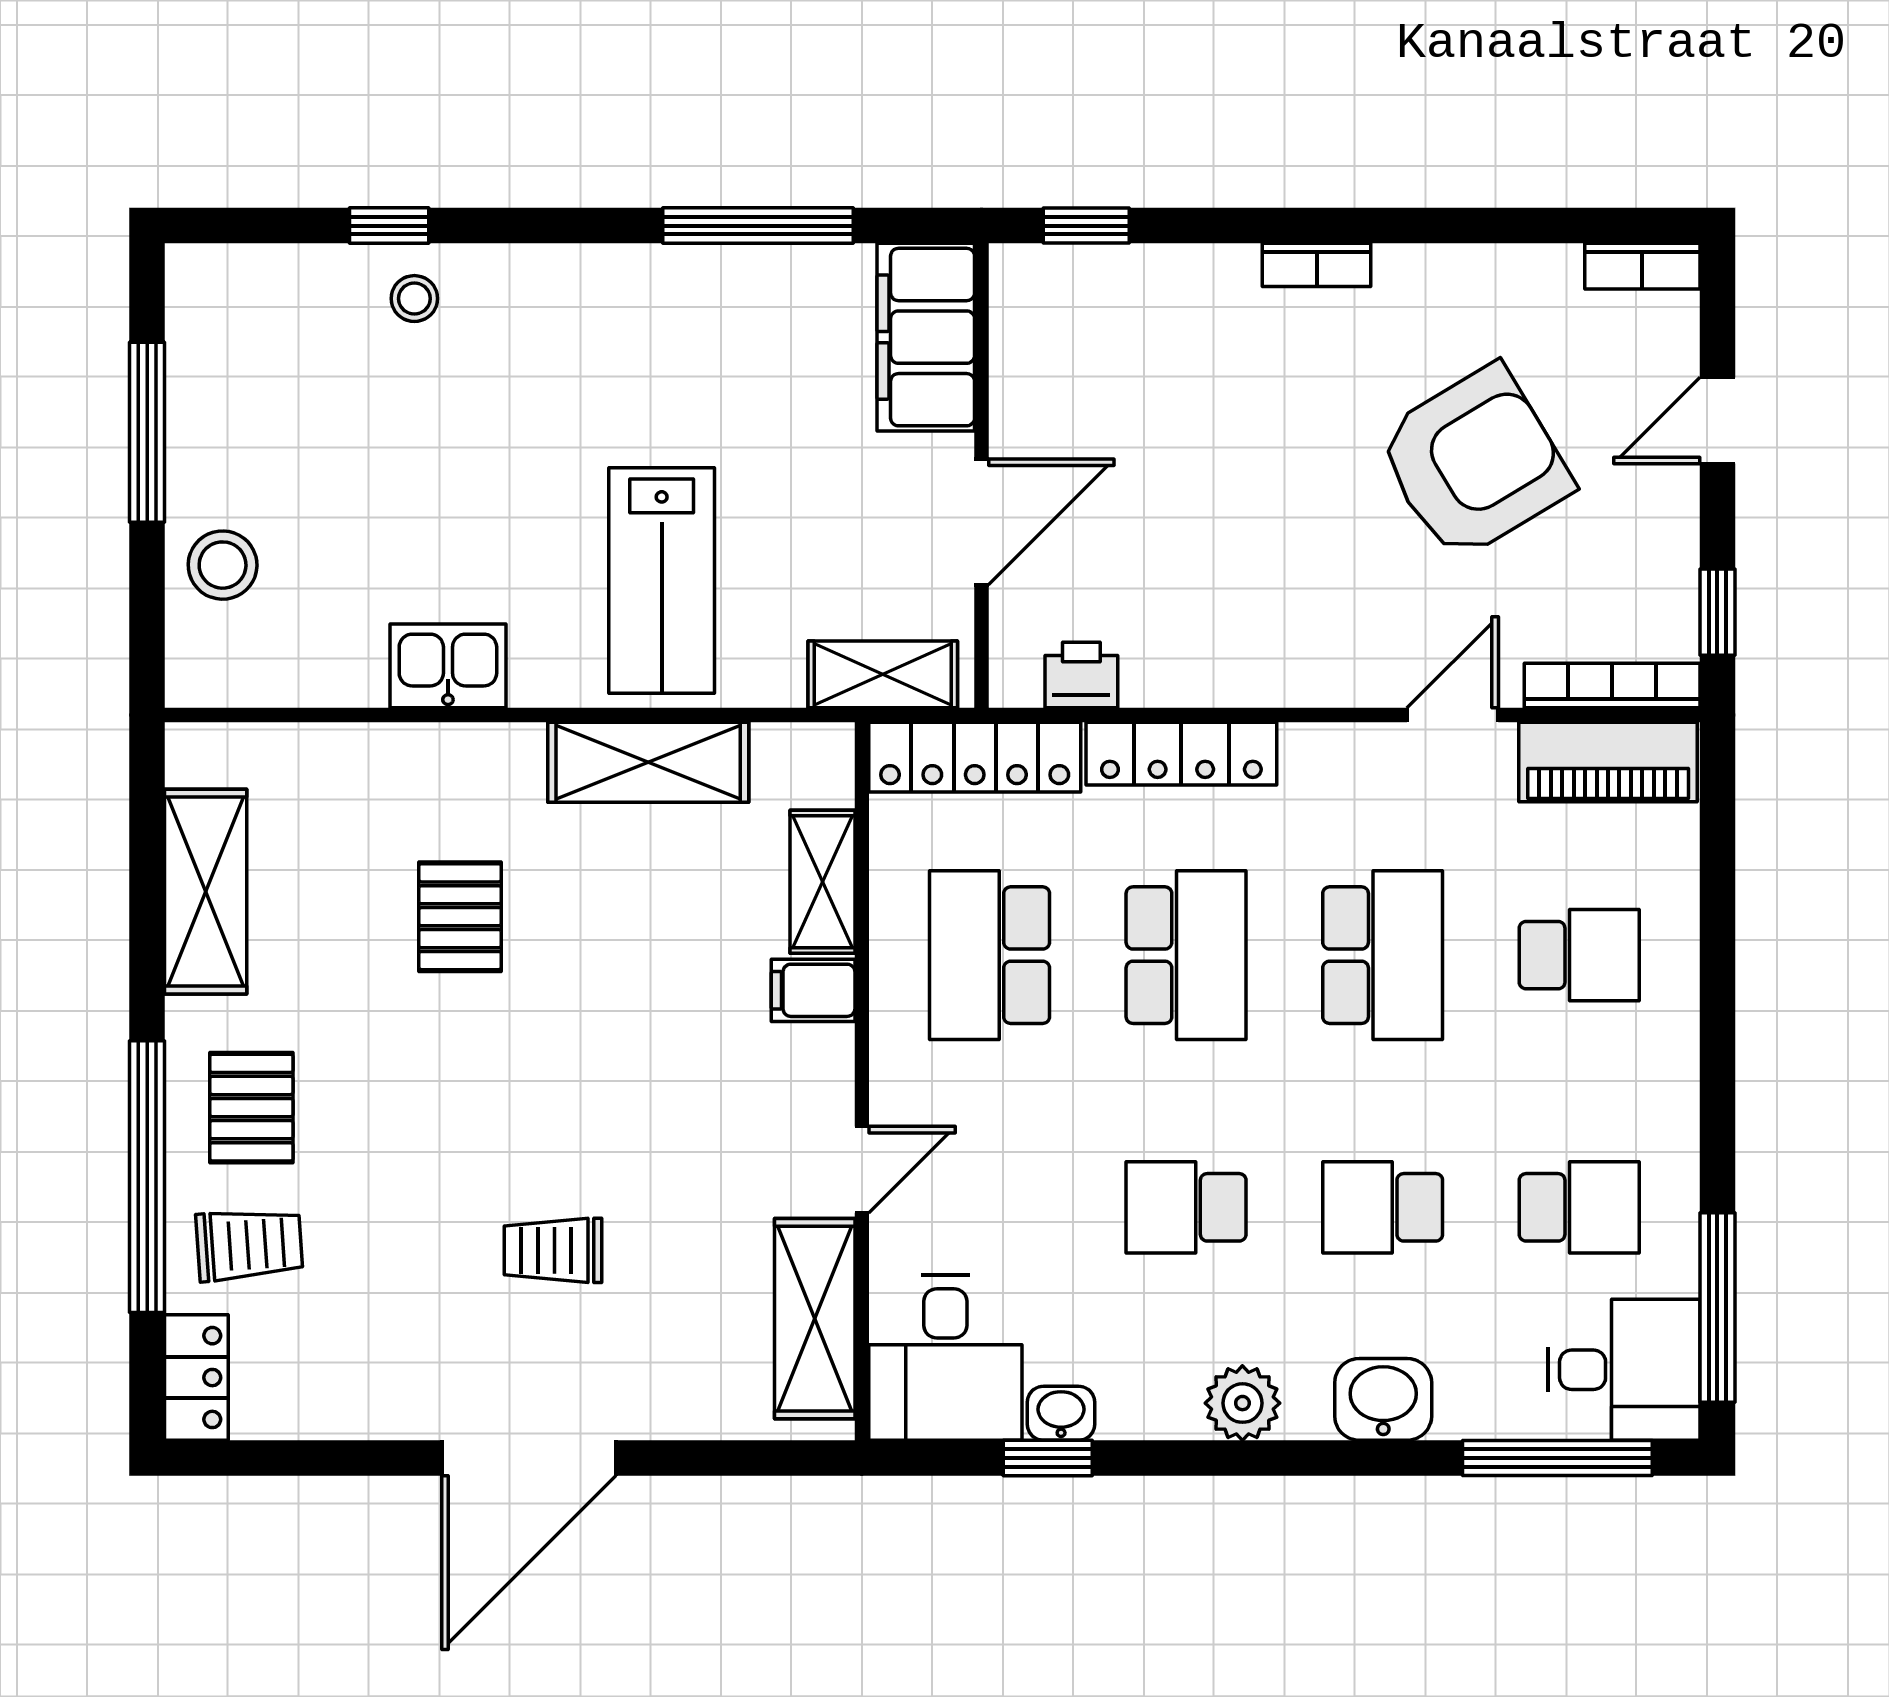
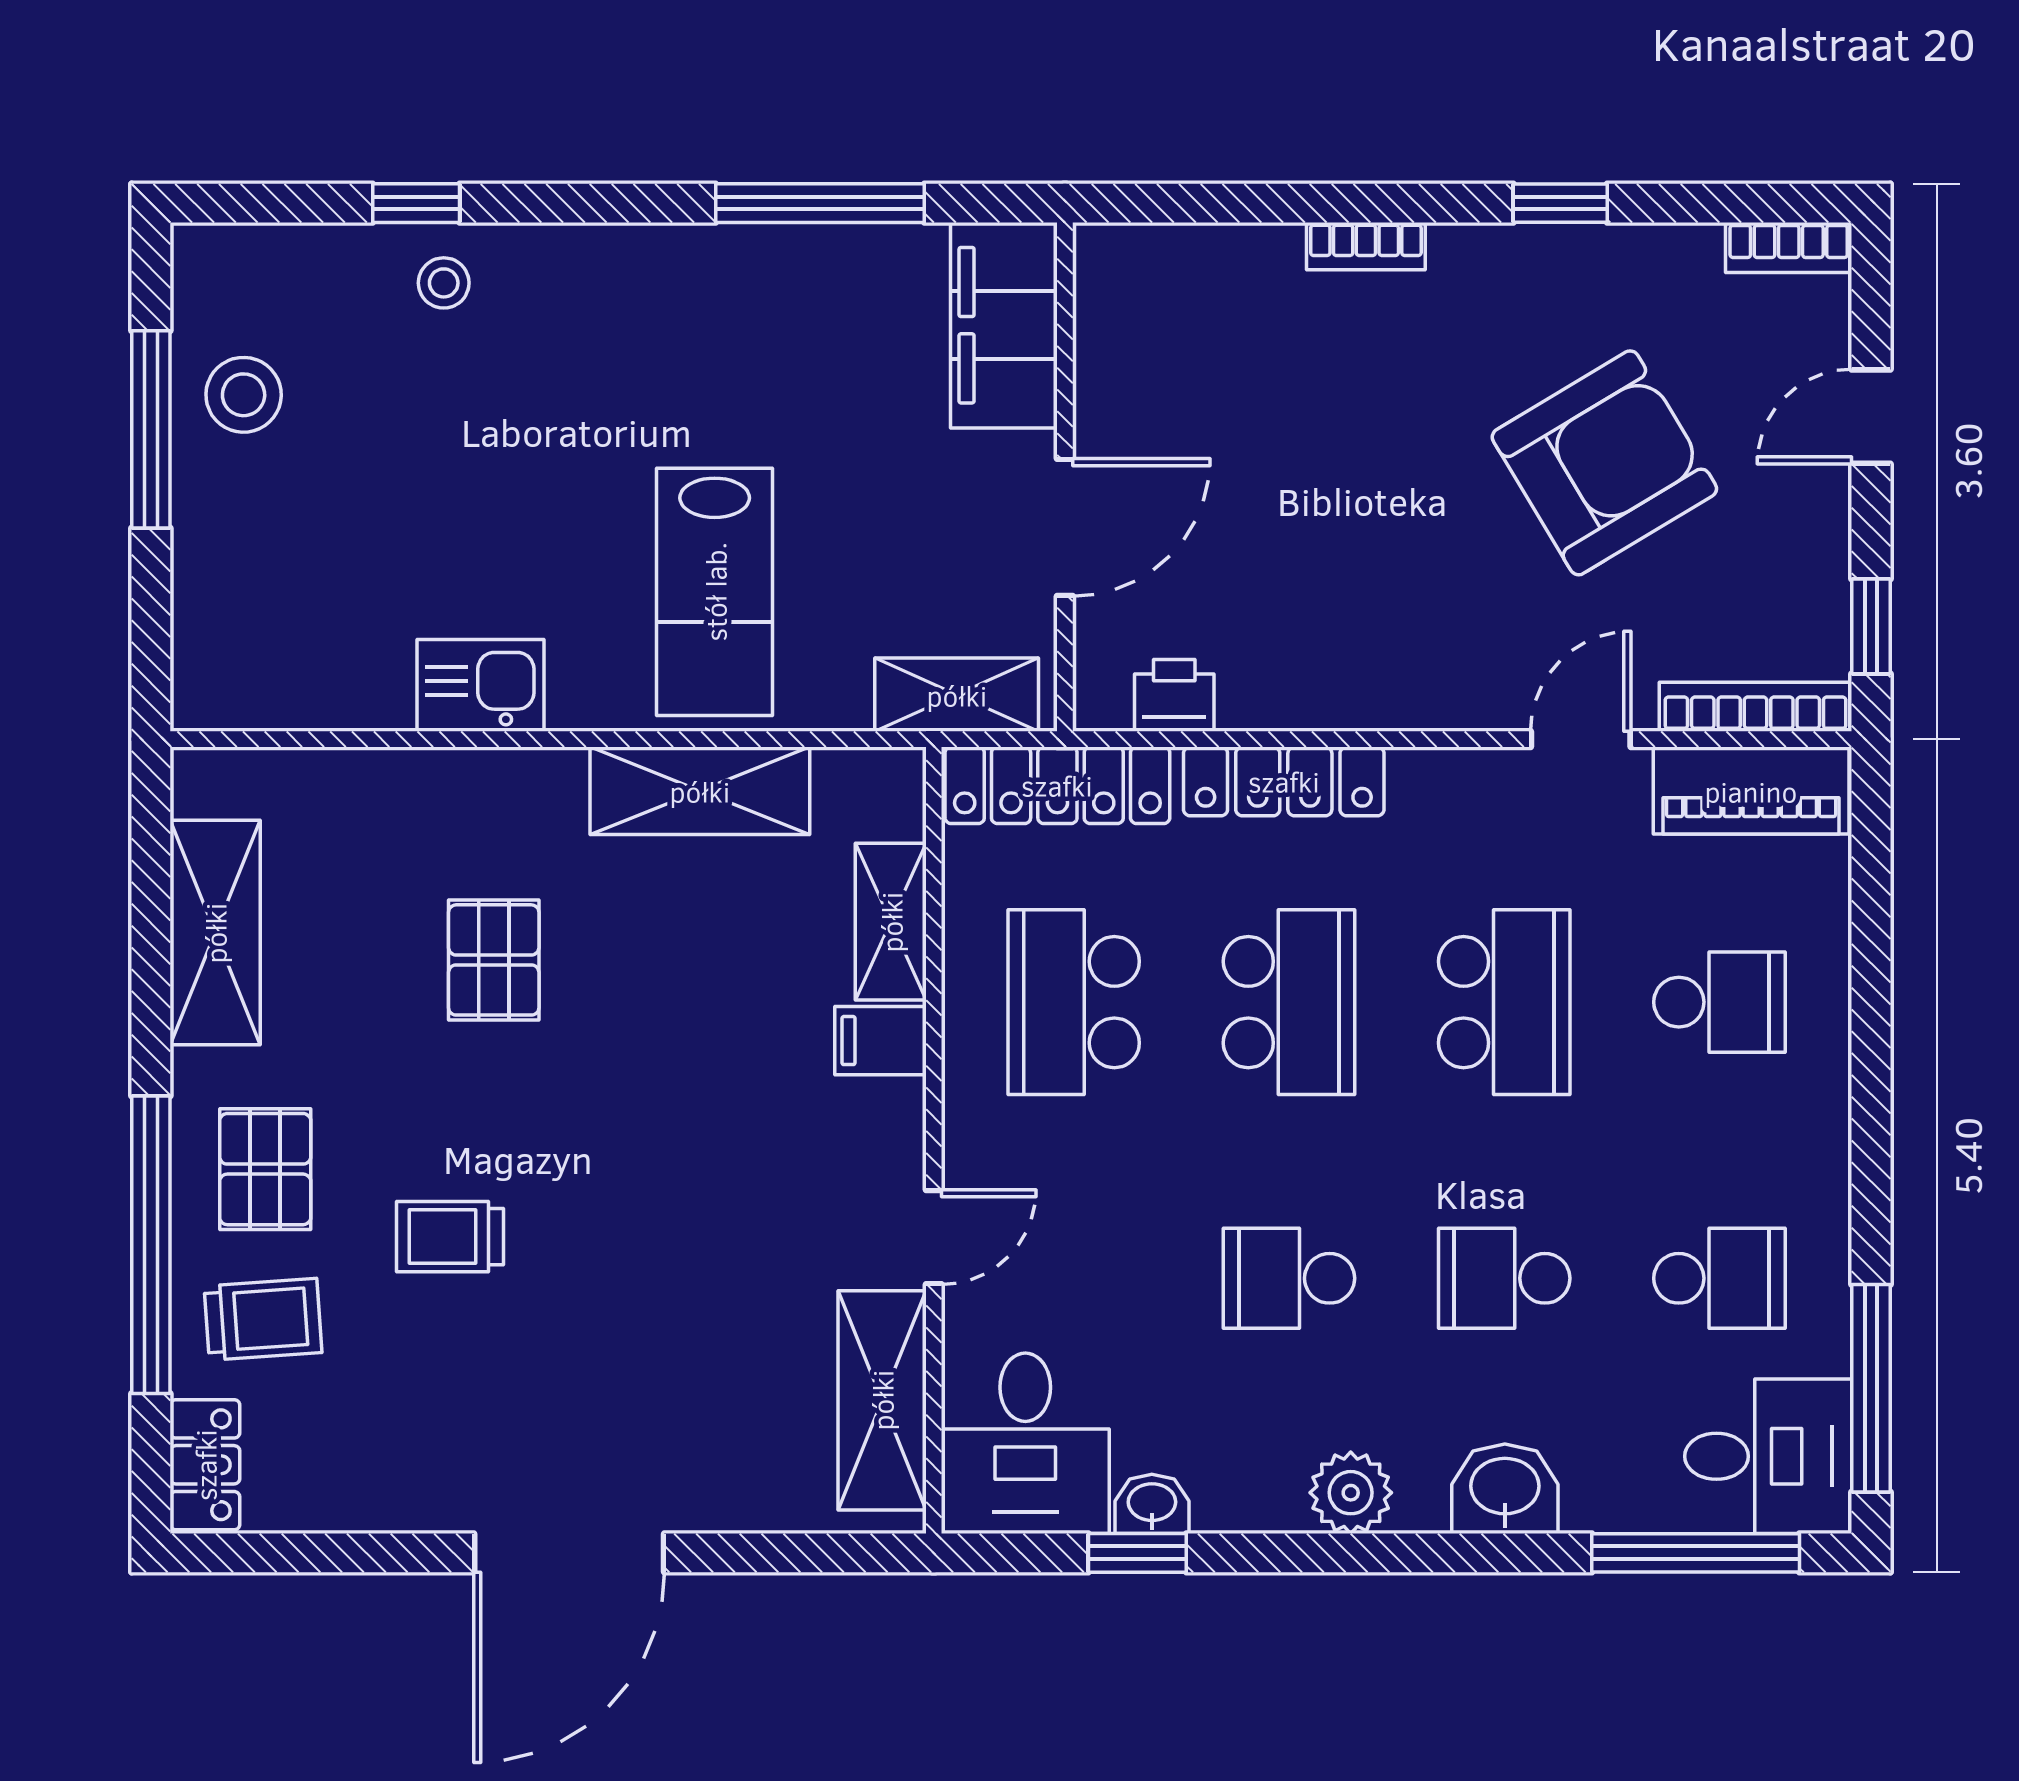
window: (1086, 226) -> (1560, 203), moved
bookcase: (1317, 265) -> (1366, 246), moved
stool: (223, 565) -> (244, 395), moved
trolley: (553, 1250) -> (450, 1237), moved

